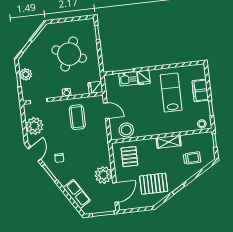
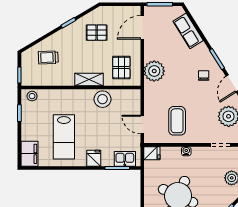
kitchen sink: (128, 79) -> (125, 159), moved
filing cabinet: (200, 90) -> (29, 154), moved
stool: (126, 130) -> (102, 99), moved
shelving: (169, 142) -> (89, 80), moved
plant: (103, 175) -> (154, 71), moved
pallet: (154, 184) -> (97, 33), width x0.67, depth x0.71

